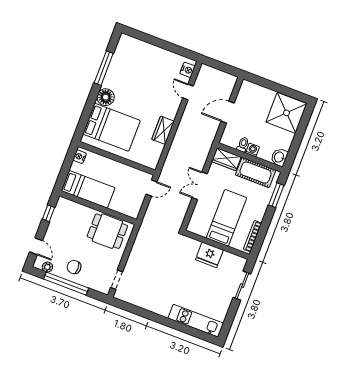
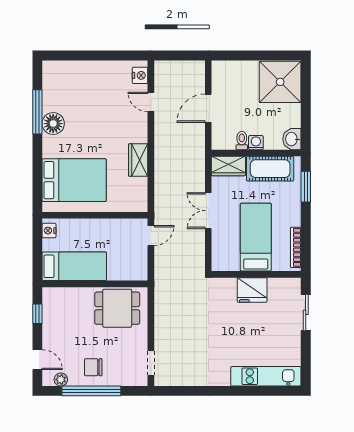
floor lamp: (106, 97) -> (53, 124), moved

